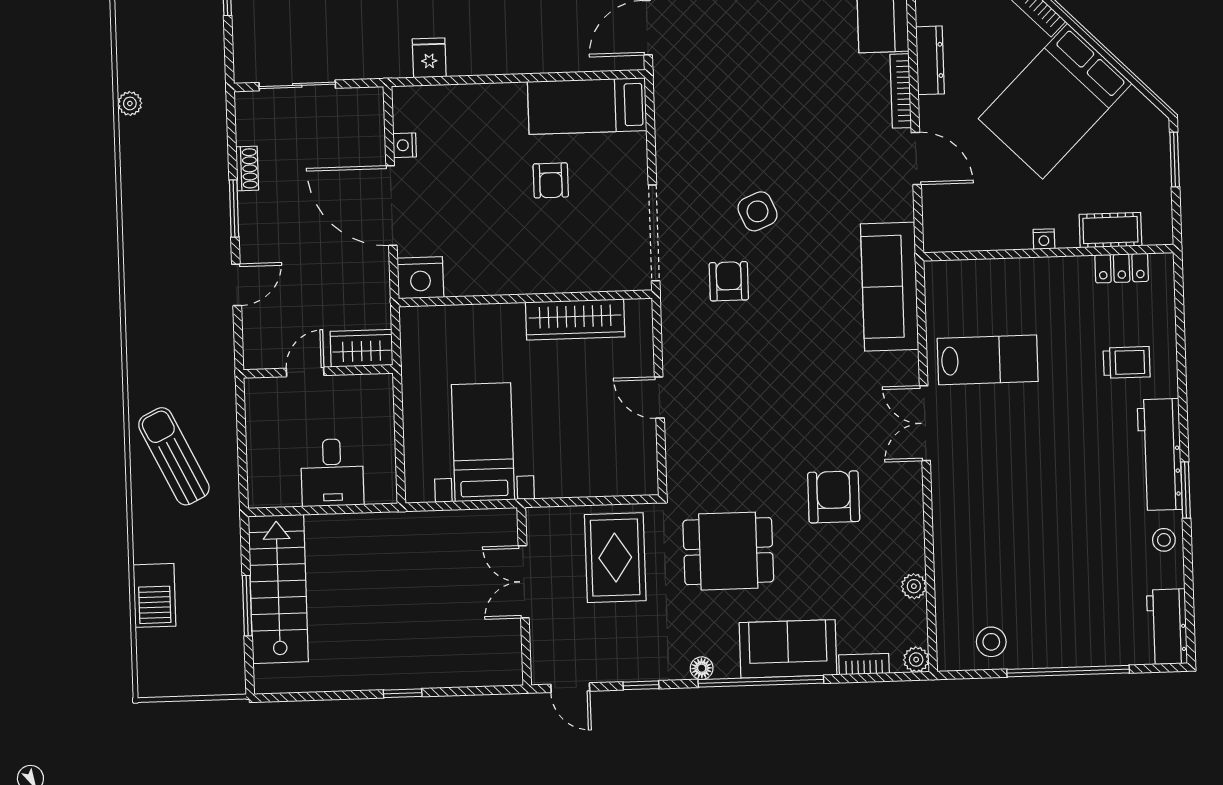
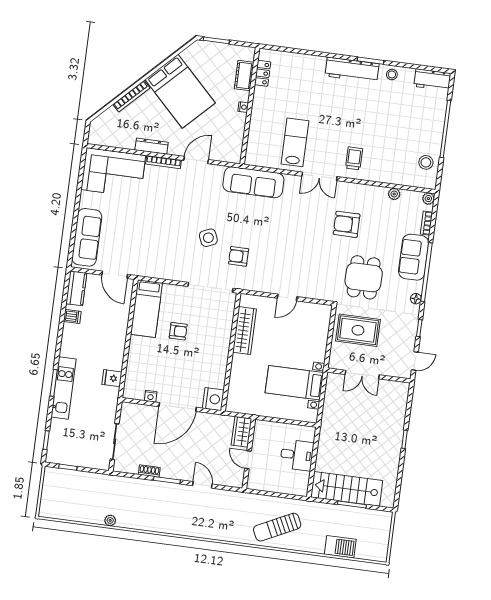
trolley: (1127, 362) -> (354, 158), moved

